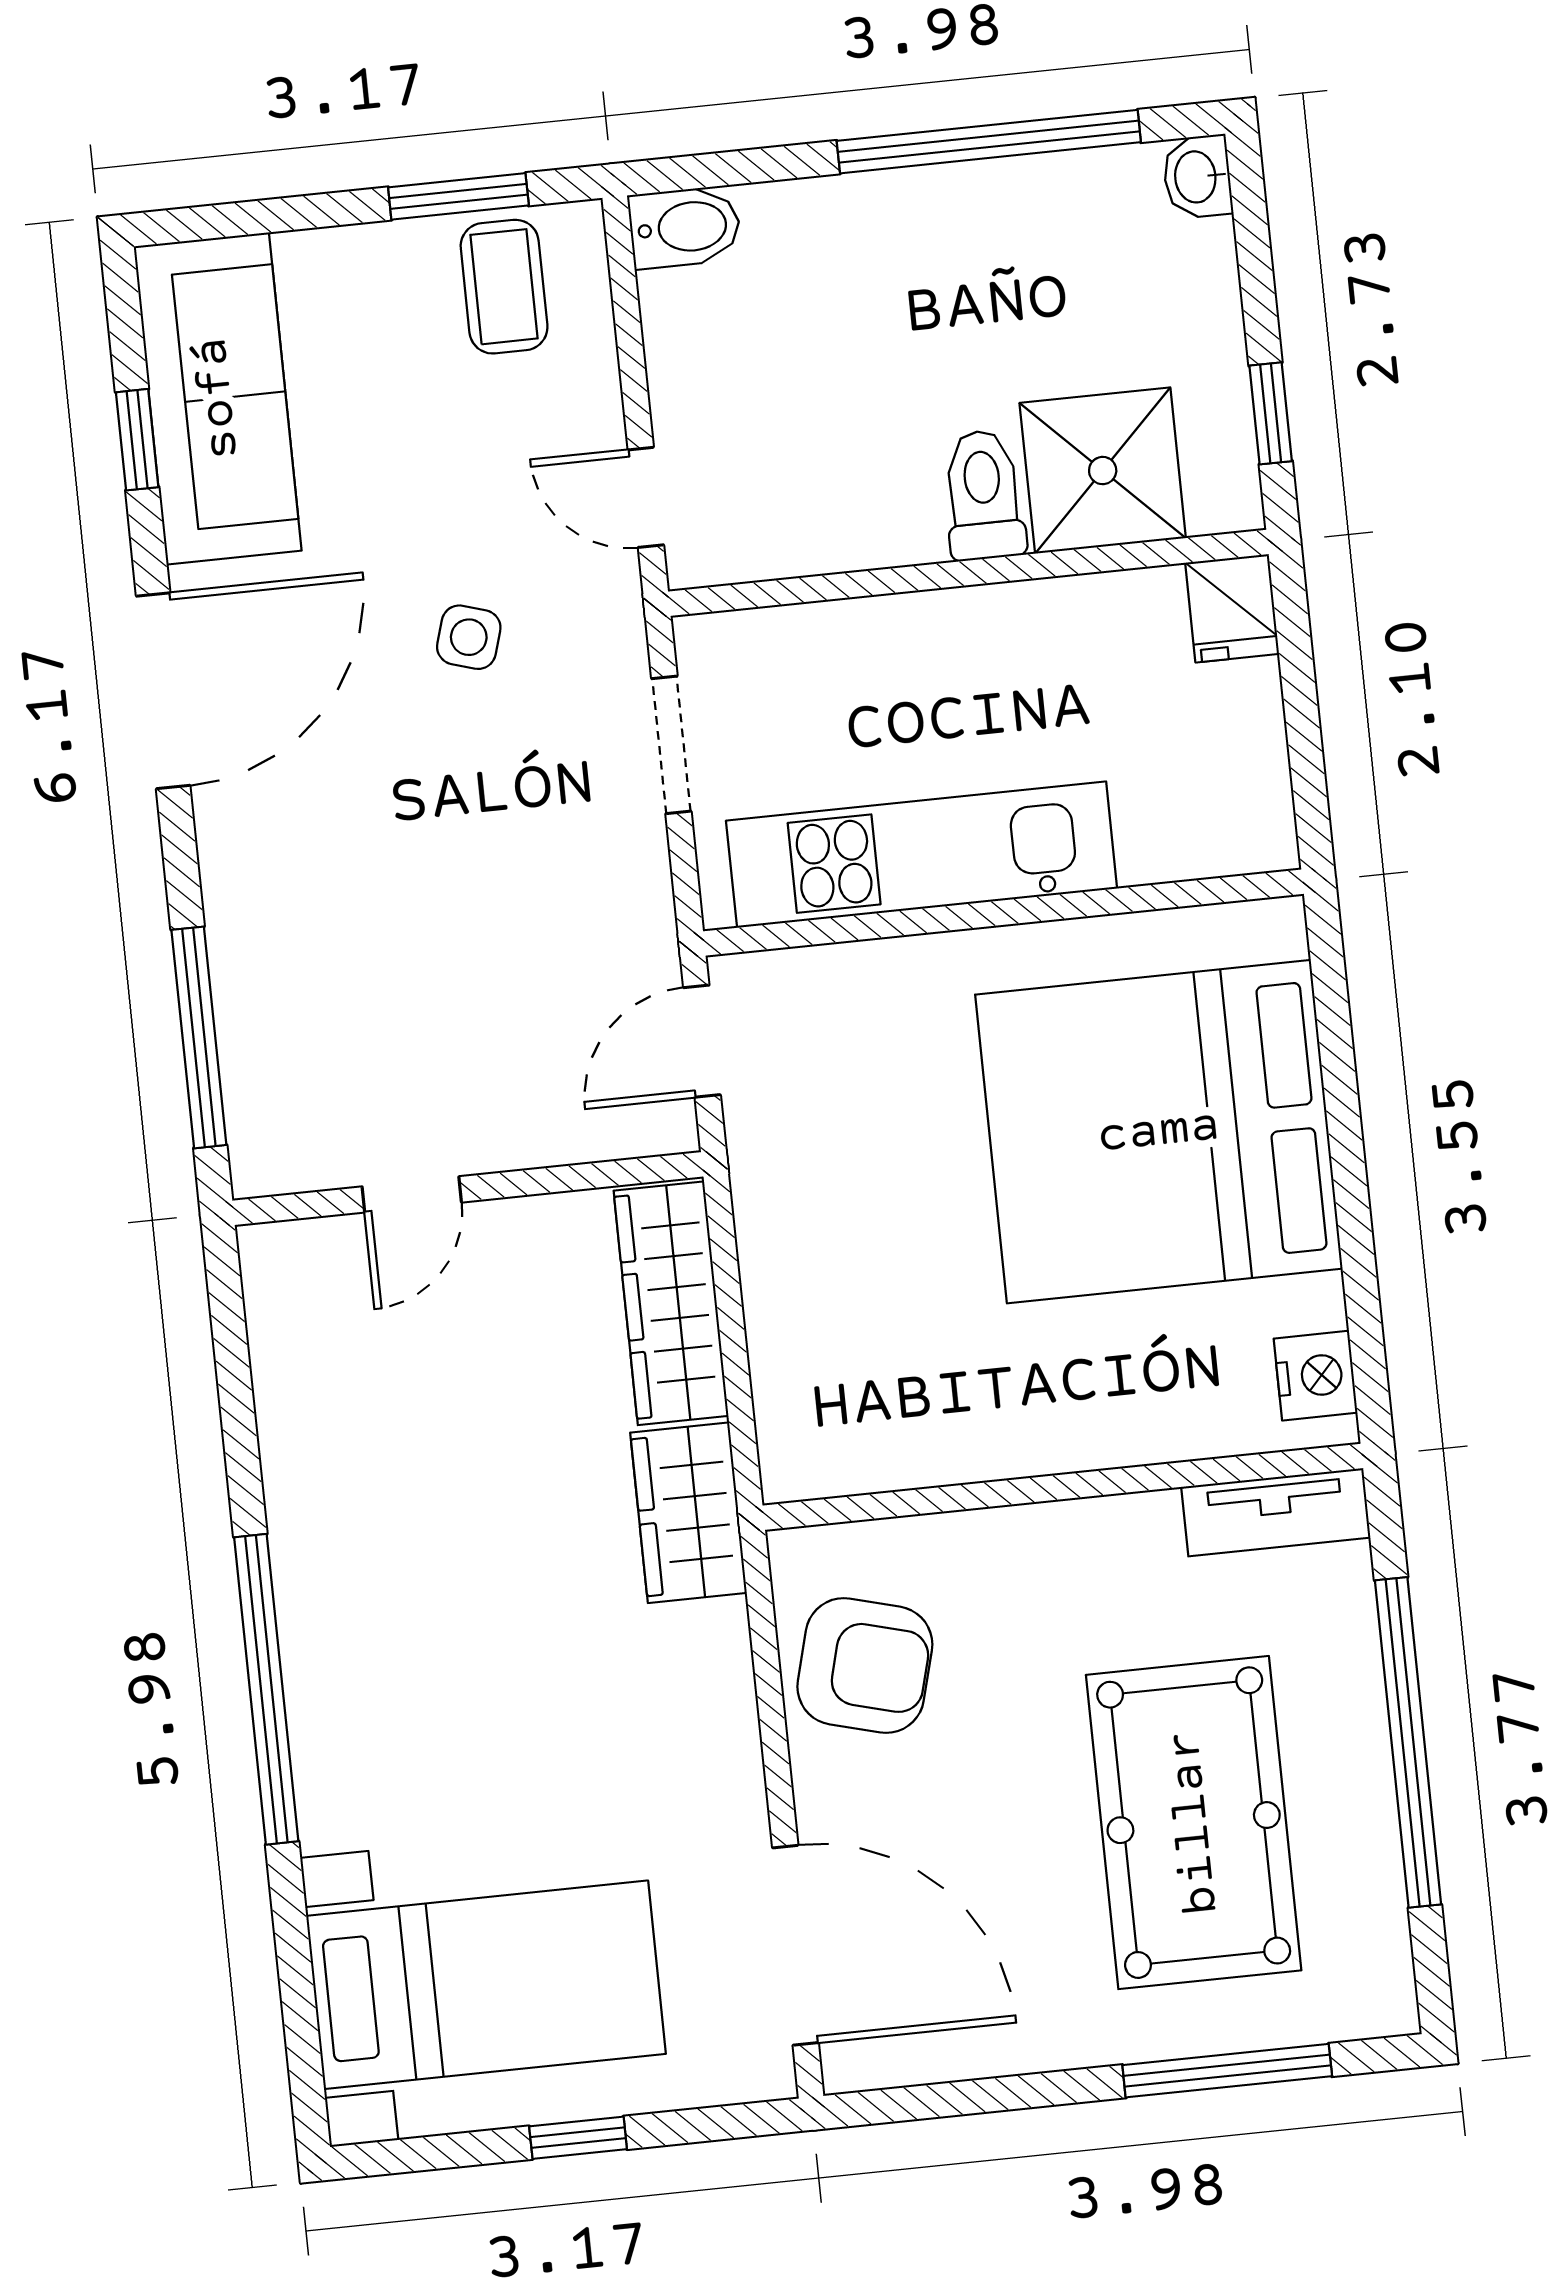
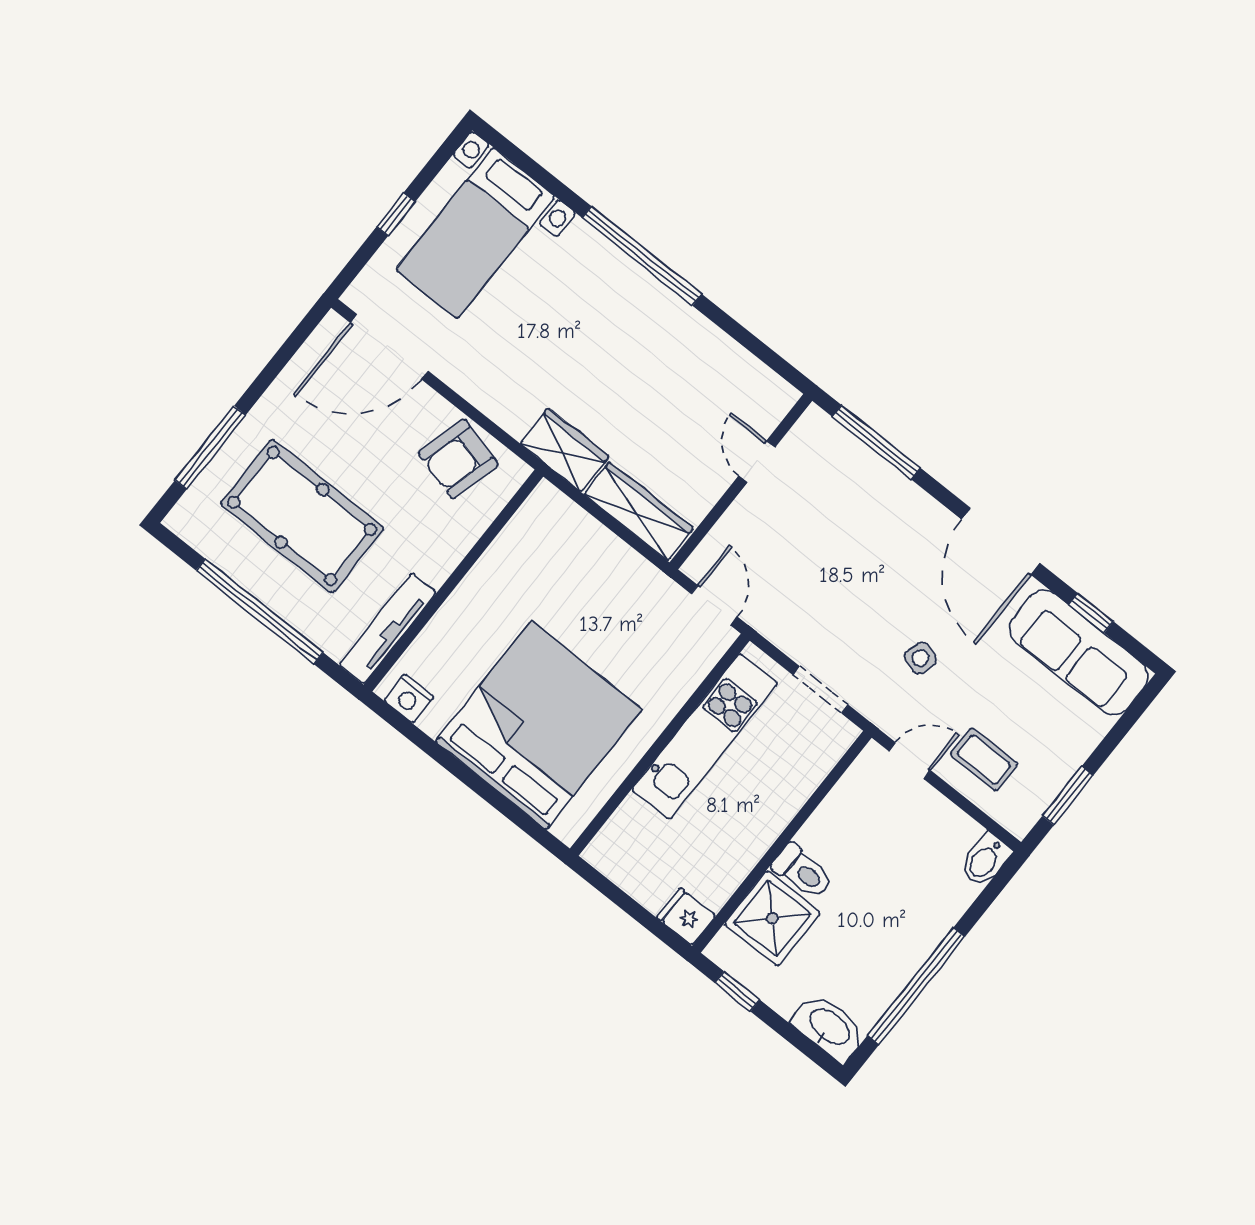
washbasin: (1197, 177) -> (829, 1027), width x1.91, depth x1.45
coffee table: (504, 287) -> (984, 759), moved
tv unit: (1276, 1512) -> (388, 629), width x1.41

